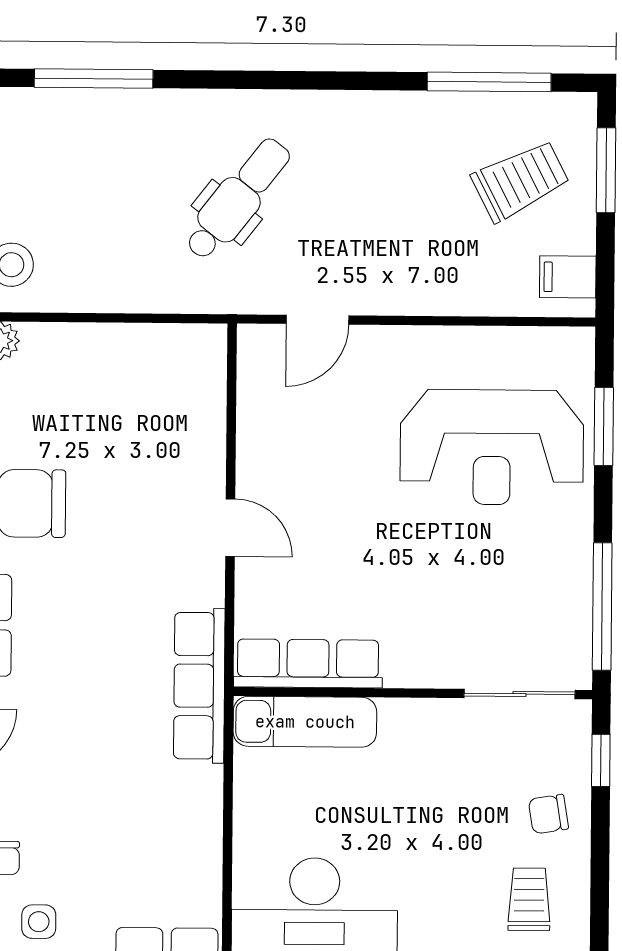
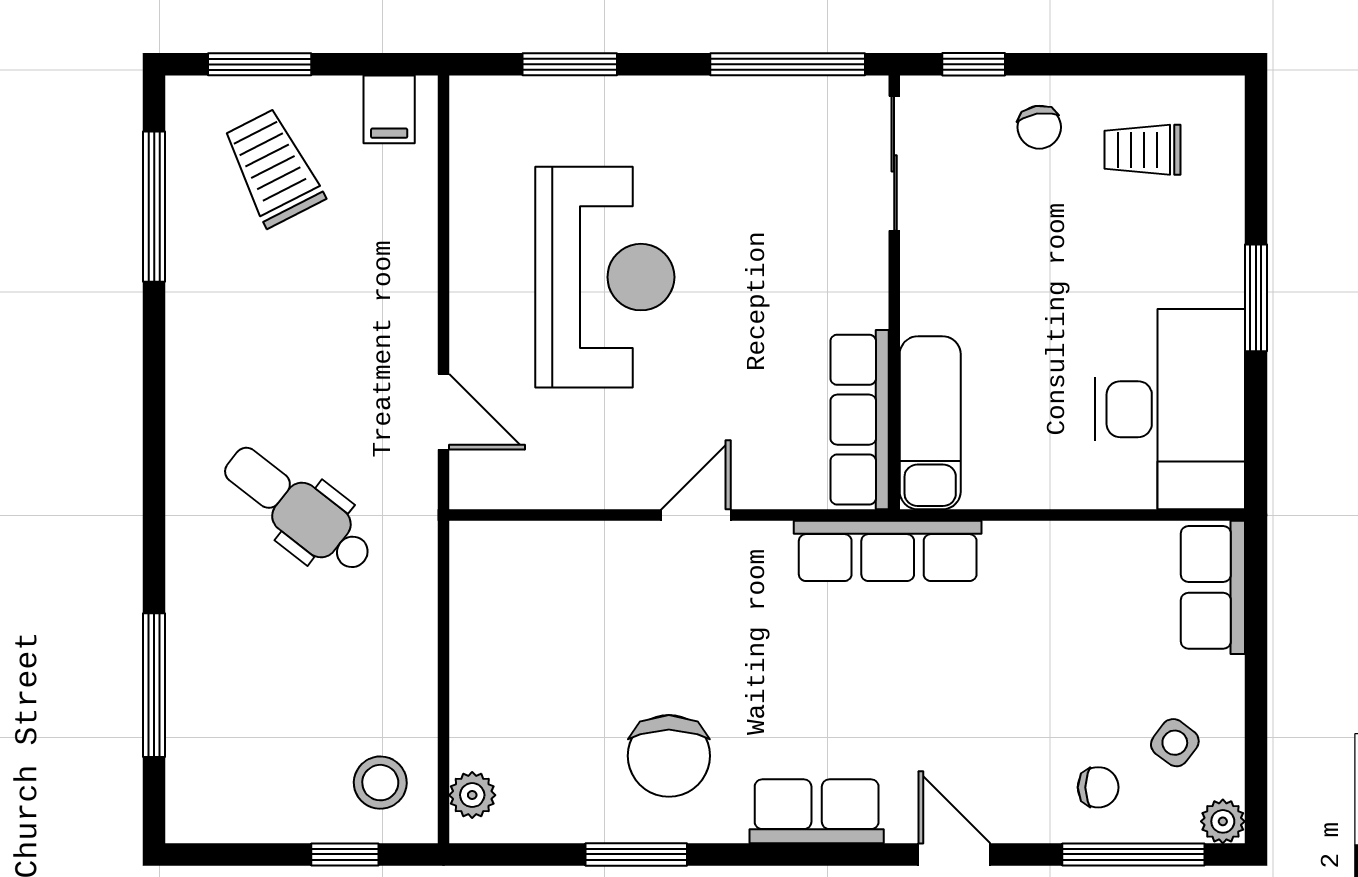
reception desk: (492, 447) -> (605, 277), moved
side table: (39, 922) -> (1175, 743), turned 37

